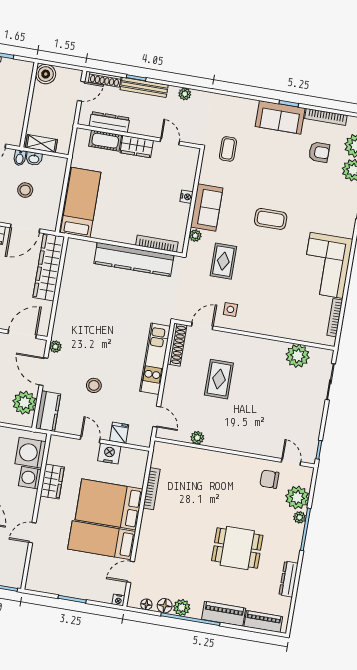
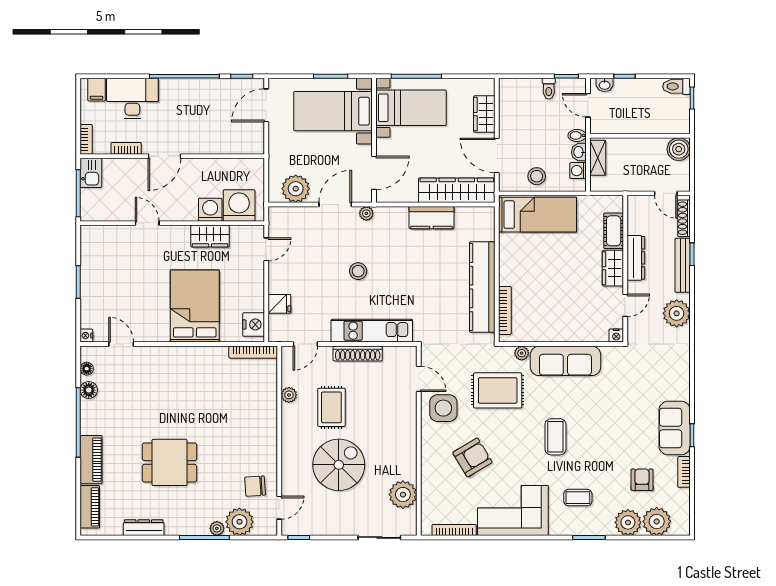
plant: (185, 94) -> (677, 313), width x1.88, depth x1.88
bookcase: (326, 117) -> (684, 472), width x0.64
dresser: (109, 122) -> (636, 258), moved
coffee table: (228, 149) -> (578, 498), moved
armchair: (319, 152) -> (642, 480), turned 180
washing machine: (49, 162) -> (578, 171), added
stool: (25, 190) -> (537, 176), moved
nightstand: (187, 197) -> (616, 335), moved
sofa: (207, 208) -> (565, 361), width x1.36
rug: (223, 261) -> (498, 390), width x1.36, depth x1.43
armchair: (276, 292) -> (472, 457), added
side table: (230, 309) -> (443, 408), width x1.87, depth x1.87
door: (22, 334) -> (374, 173), hinge flipped
shoe rack: (177, 345) -> (358, 353), moved
rug: (219, 379) -> (331, 407), moved, turned 90
stool: (94, 385) -> (358, 271), moved
spiral stairs: (263, 406) -> (339, 465), added
kitchen counter: (48, 411) -> (432, 218), moved
door: (90, 439) -> (266, 249), moved
nightstand: (109, 453) -> (254, 324), moved
chair: (269, 479) -> (255, 486), turned -94
bookcase: (152, 489) -> (253, 352), moved
bed: (102, 540) -> (152, 305), removed
dining table: (237, 548) -> (170, 462), turned 90
plant: (182, 607) -> (90, 410), removed

